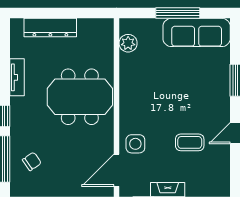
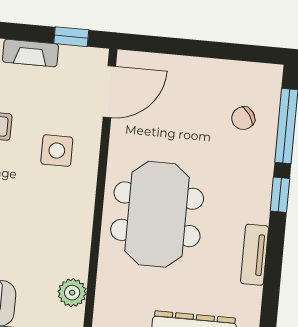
meeting table: (80, 97) -> (157, 214), turned 90
side table: (135, 144) -> (57, 151), moved

